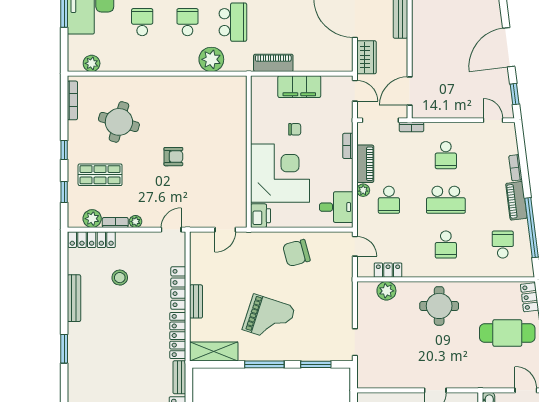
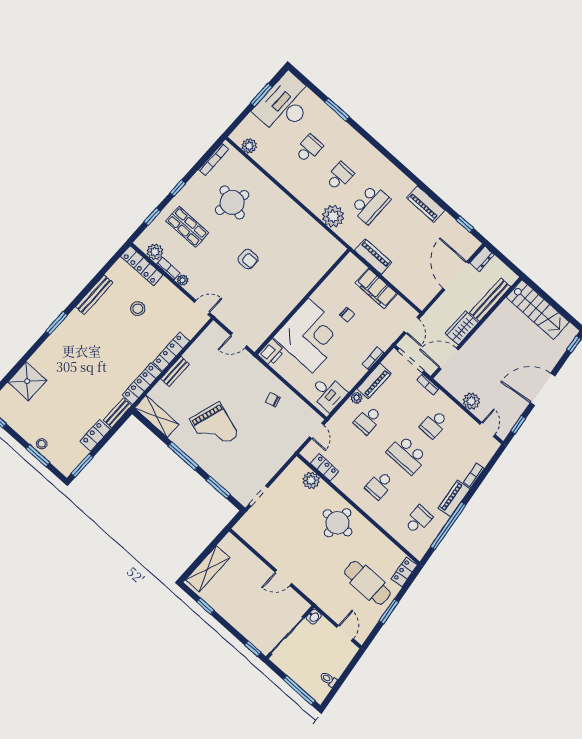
wardrobe: (367, 57) -> (462, 328), moved, turned 180
plant: (459, 109) -> (471, 401), added
chair: (296, 253) -> (273, 400), width x0.54, depth x0.54

